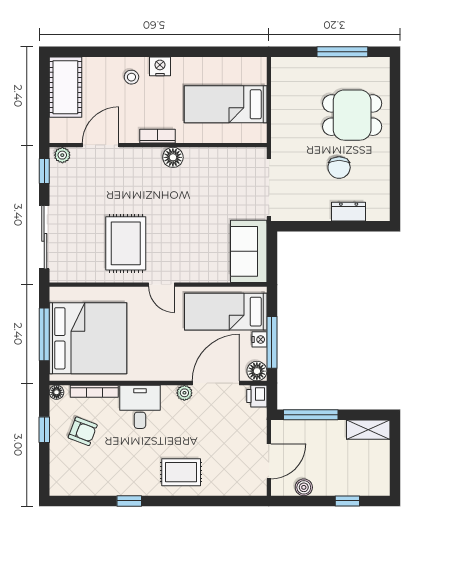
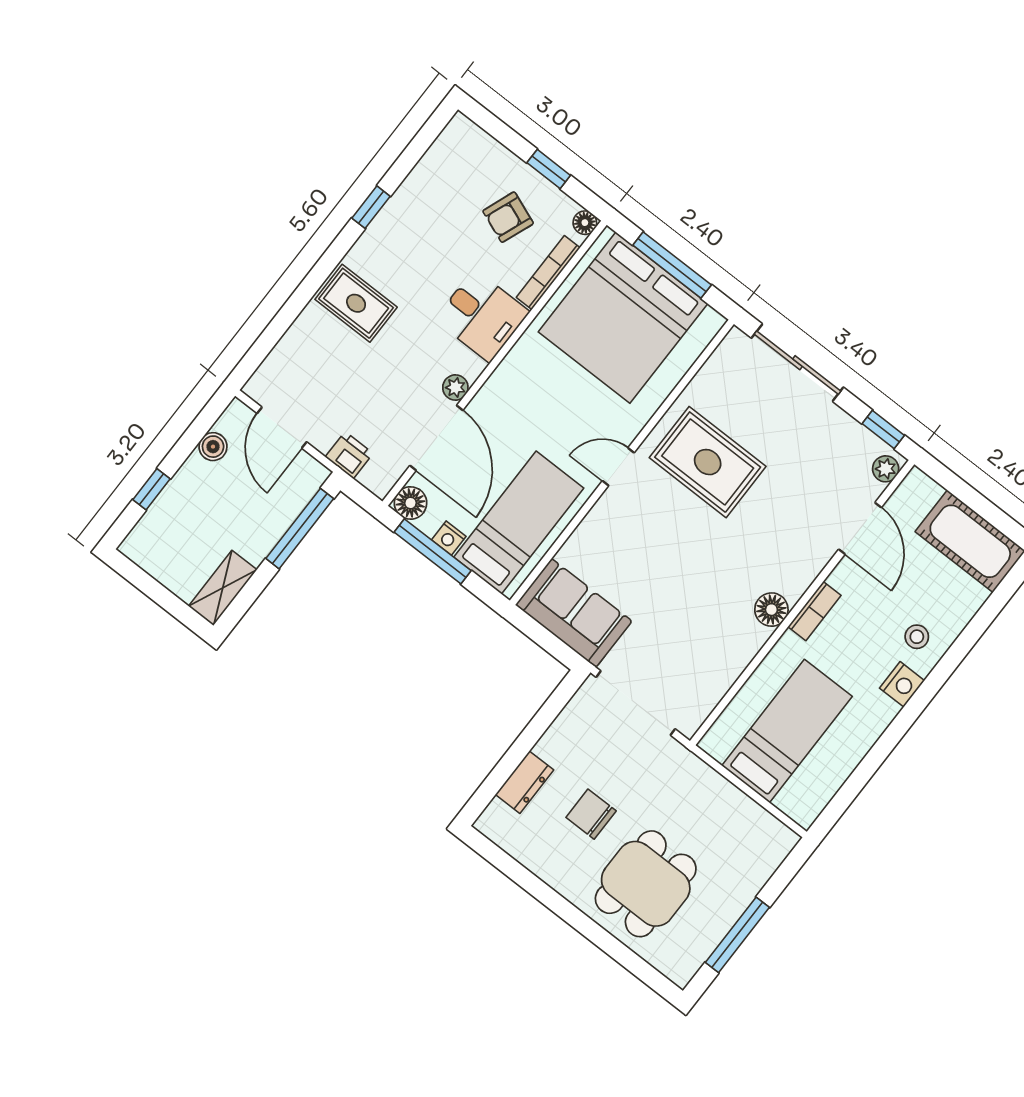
printer: (257, 396) -> (349, 455), moved
rug: (181, 472) -> (356, 303), turned 90

